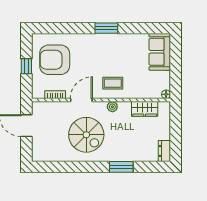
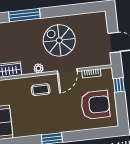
window: (26, 66) -> (119, 85), moved
window: (121, 167) -> (24, 15), width x1.44

